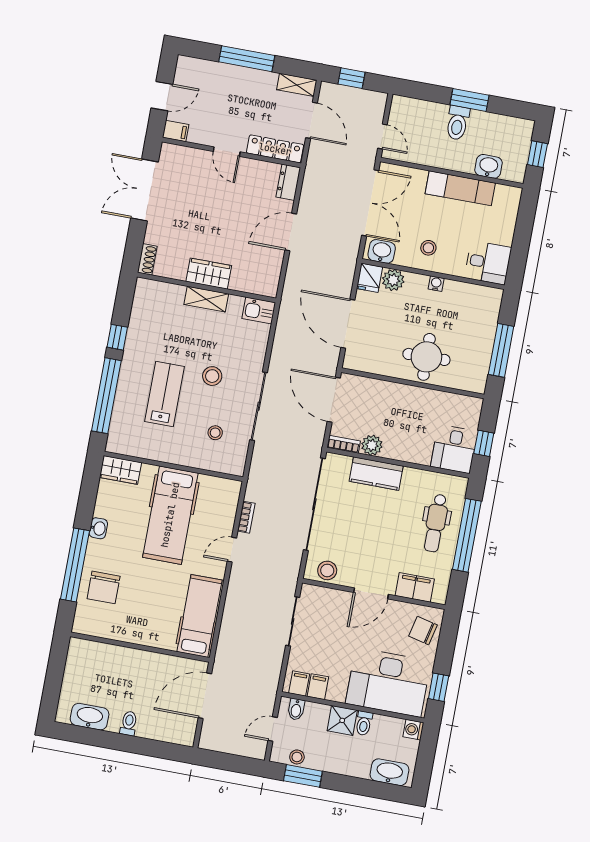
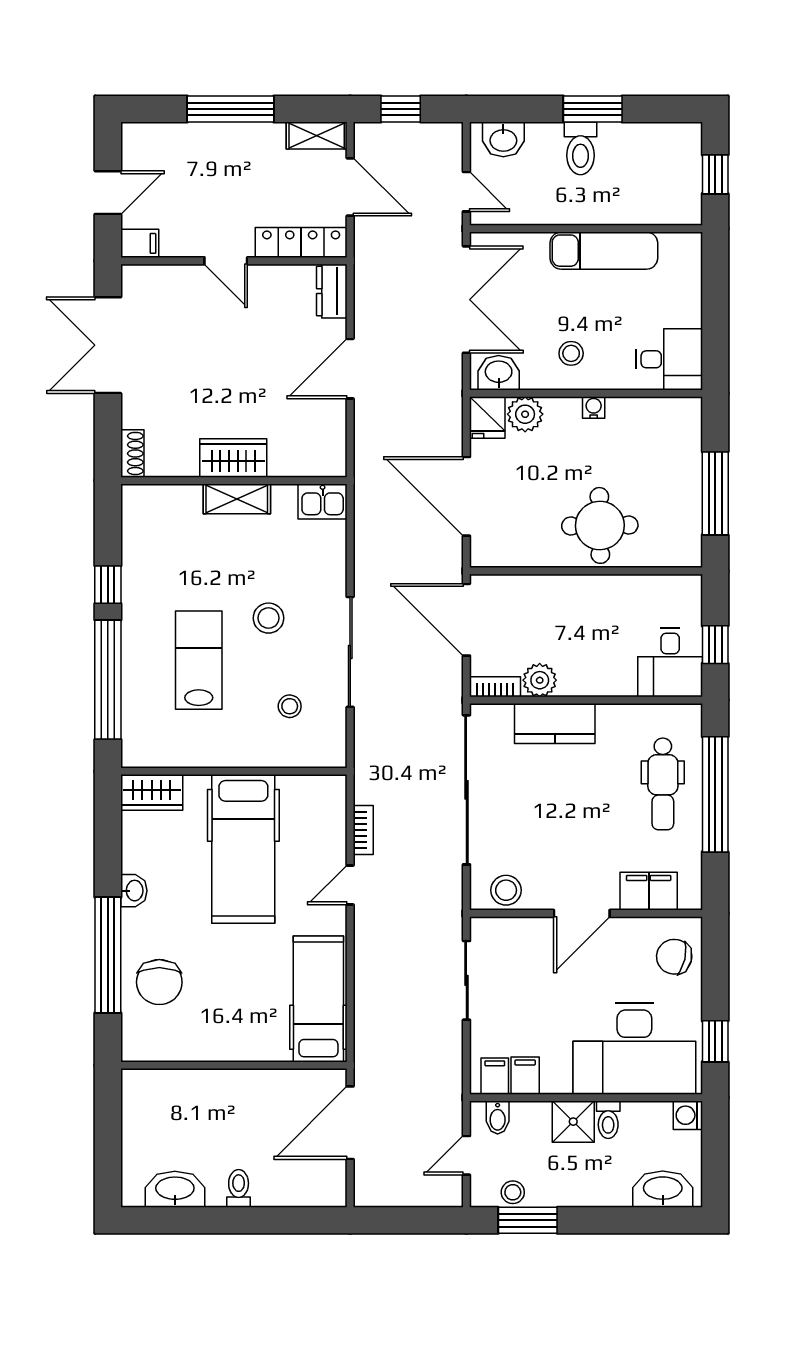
washbasin: (489, 166) -> (503, 139), moved, turned 180

